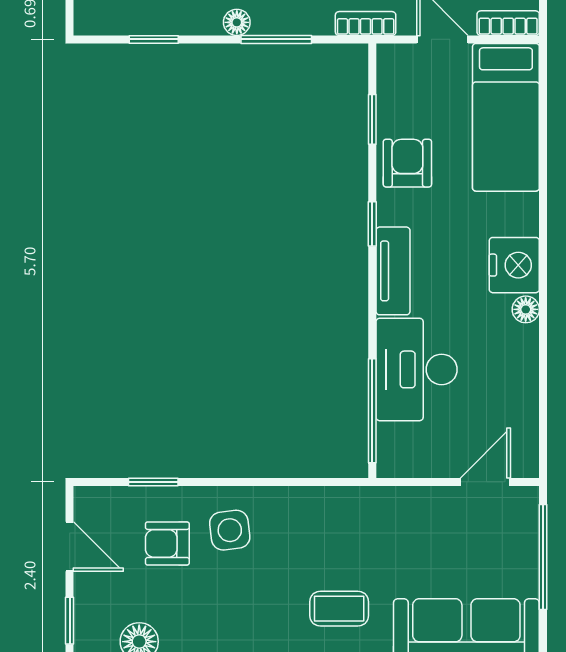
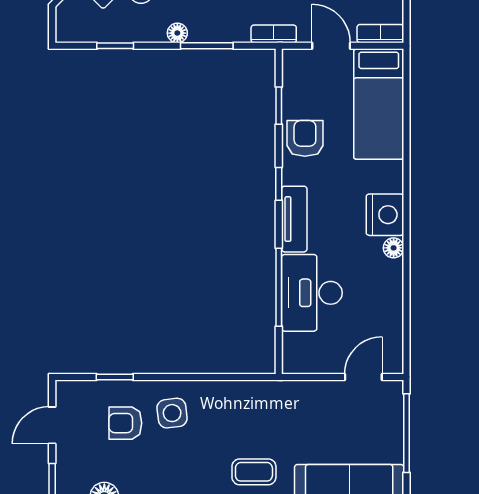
window: (372, 411) -> (279, 287), moved
door: (70, 546) -> (52, 425), swing flipped

